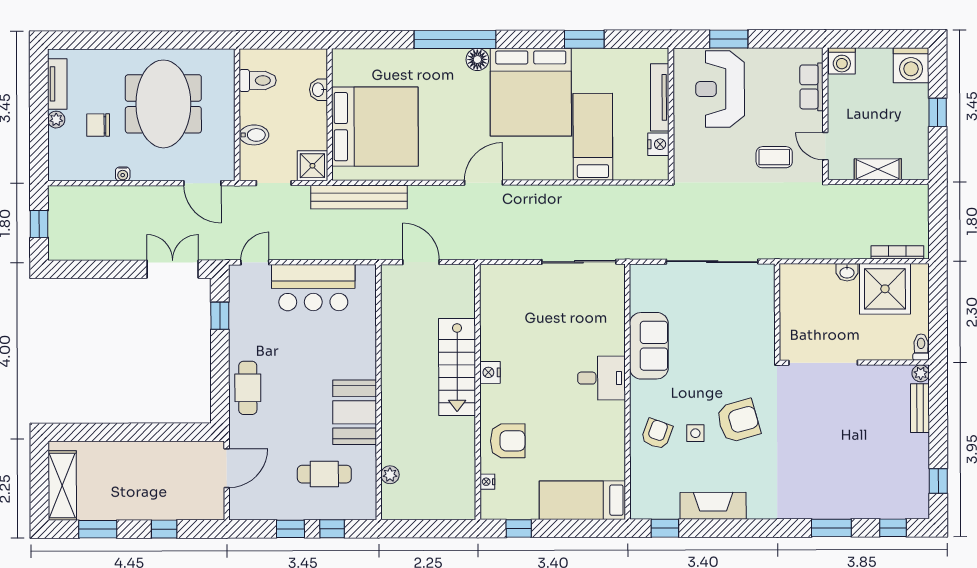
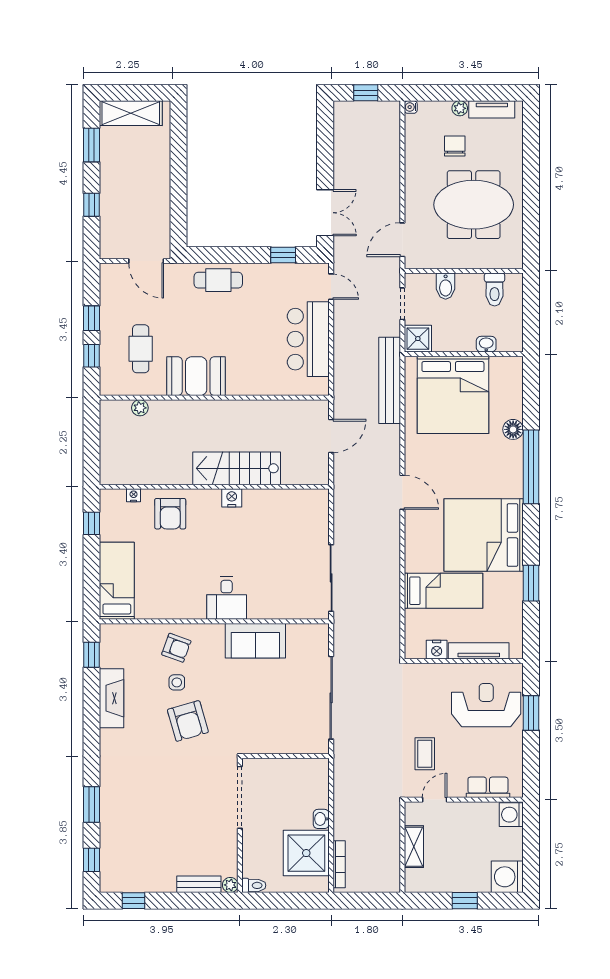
floor lamp: (477, 60) -> (513, 429), moved
water cooler: (123, 174) -> (411, 107), moved

